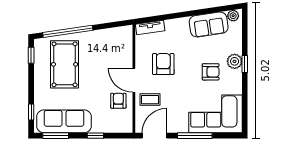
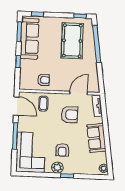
sofa: (209, 25) -> (96, 138), moved
plant: (235, 61) -> (57, 168), moved
pool table: (65, 64) -> (72, 41), turned 90
door: (134, 80) -> (79, 93), moved

